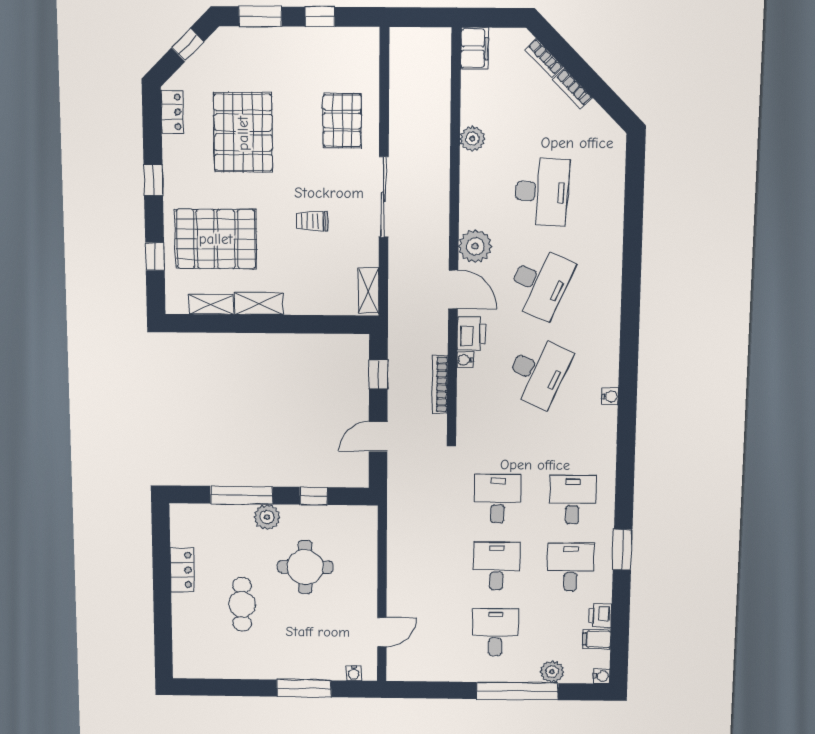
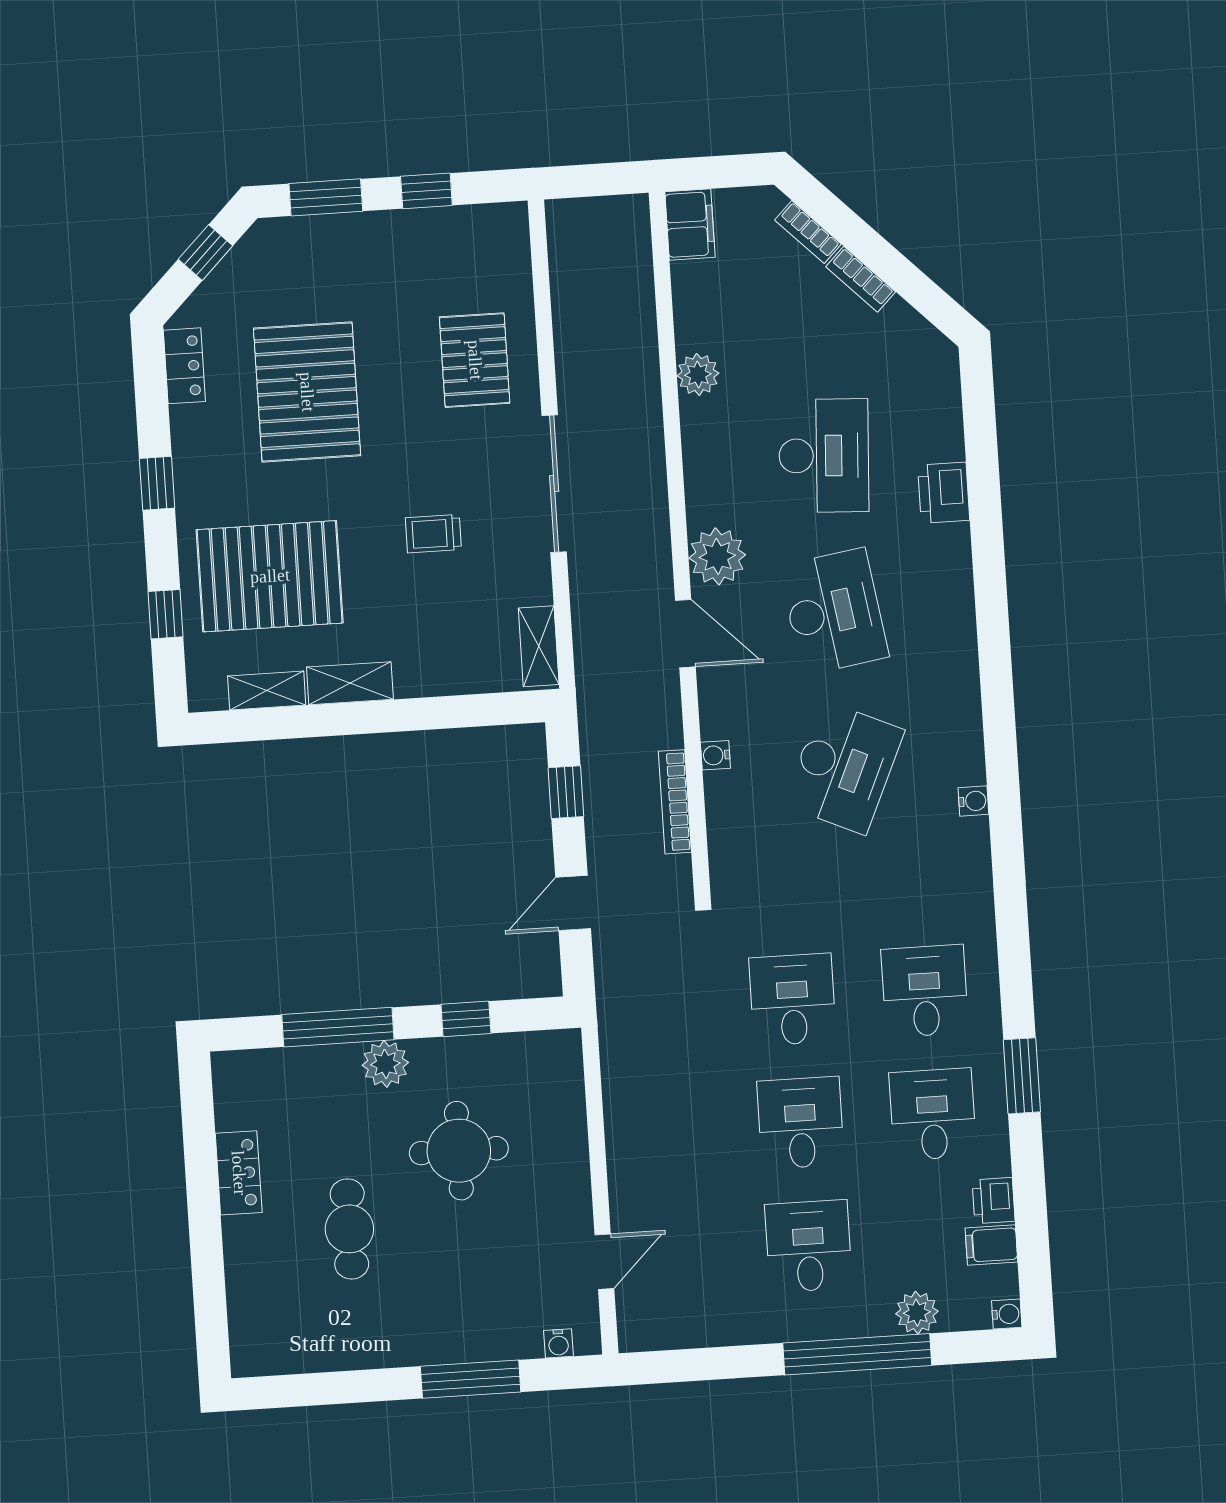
desk: (540, 283) -> (834, 612), turned -33
printer: (471, 333) -> (944, 493), moved, turned 180

